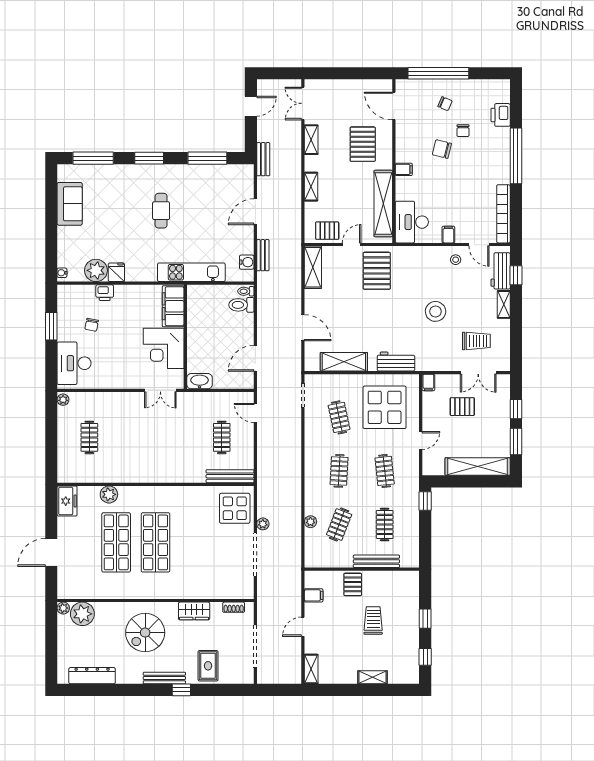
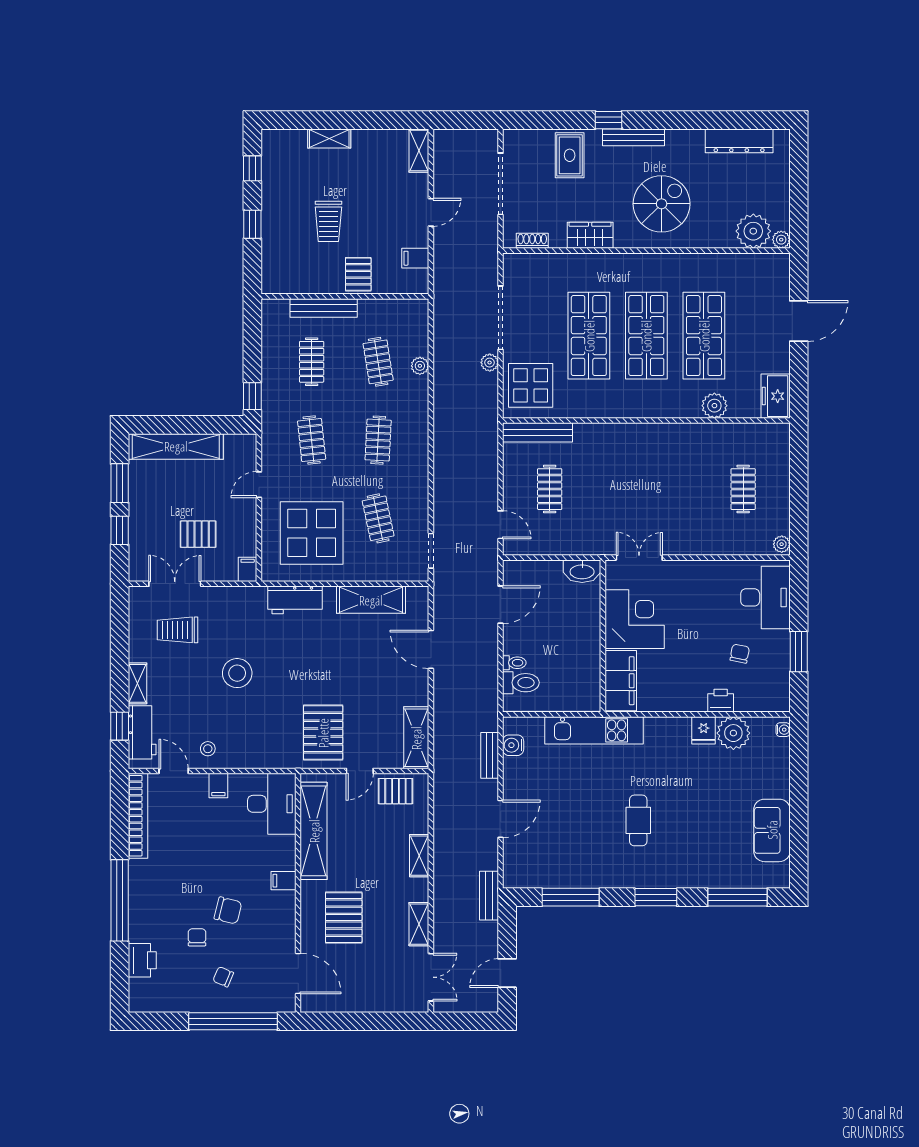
toilet: (246, 291) -> (514, 663), moved
clothes rail: (339, 524) -> (378, 362), turned -30
shop shelf: (195, 542) -> (589, 336), added

